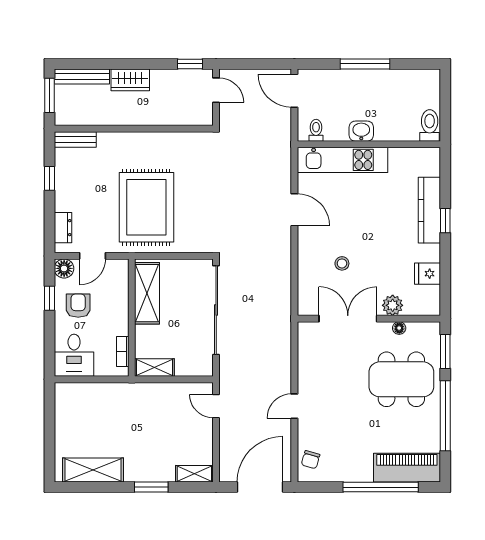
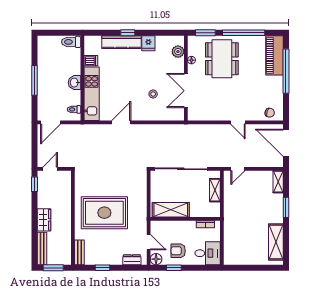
dishwasher: (398, 159) -> (91, 61), added
rug: (146, 207) -> (104, 213), moved
fridge: (428, 274) -> (148, 43), moved
plant: (393, 305) -> (178, 52), moved
shelving: (154, 367) -> (215, 190), moved

